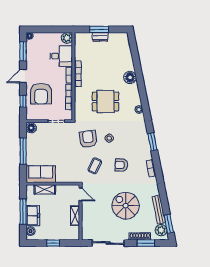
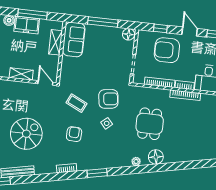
floor lamp: (130, 77) -> (156, 157), moved
door: (80, 194) -> (45, 83), swing flipped

